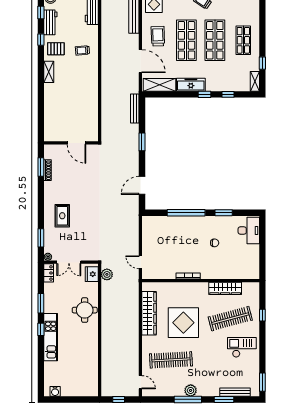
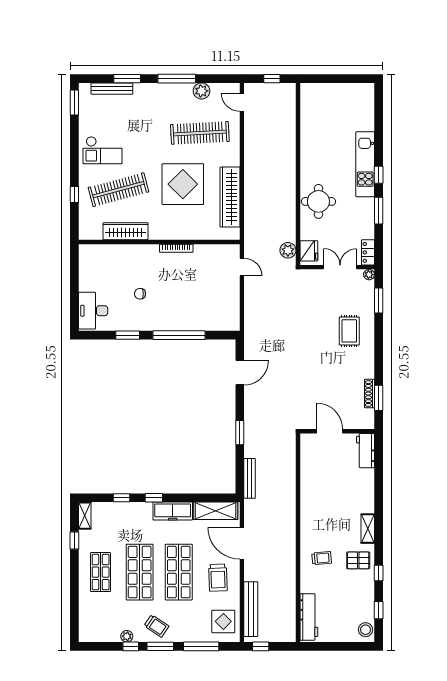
workbench: (50, 22) -> (366, 451), moved
plant: (191, 390) -> (201, 91), moved
water cooler: (55, 391) -> (359, 90), removed

